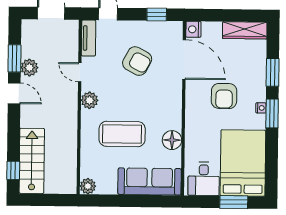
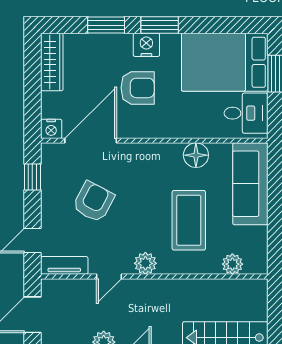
nightstand: (261, 108) -> (146, 45), width x1.89, depth x1.79
plant: (88, 186) -> (232, 264), moved

